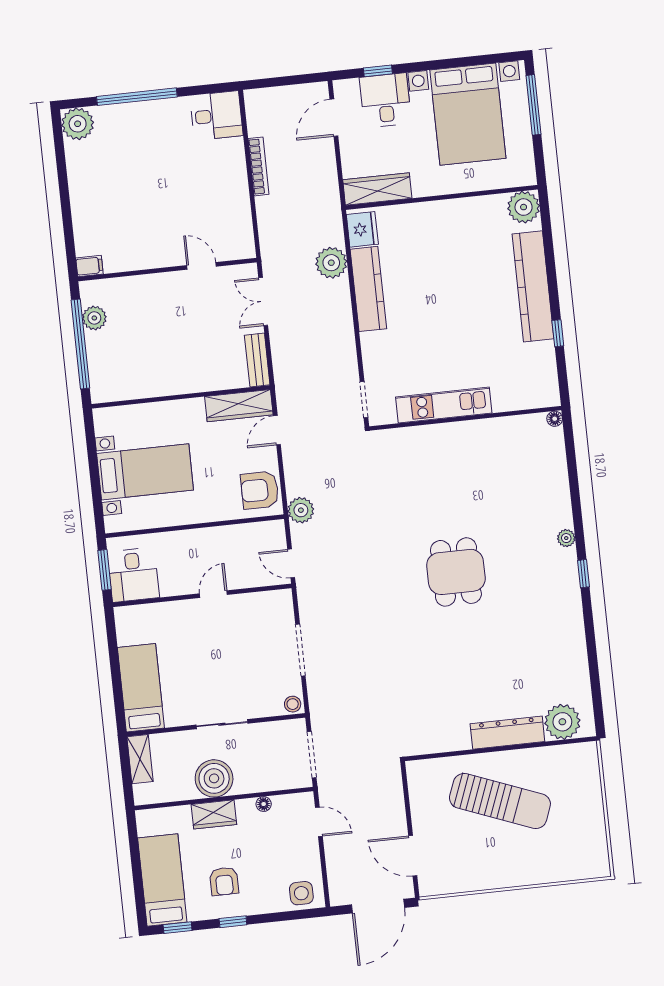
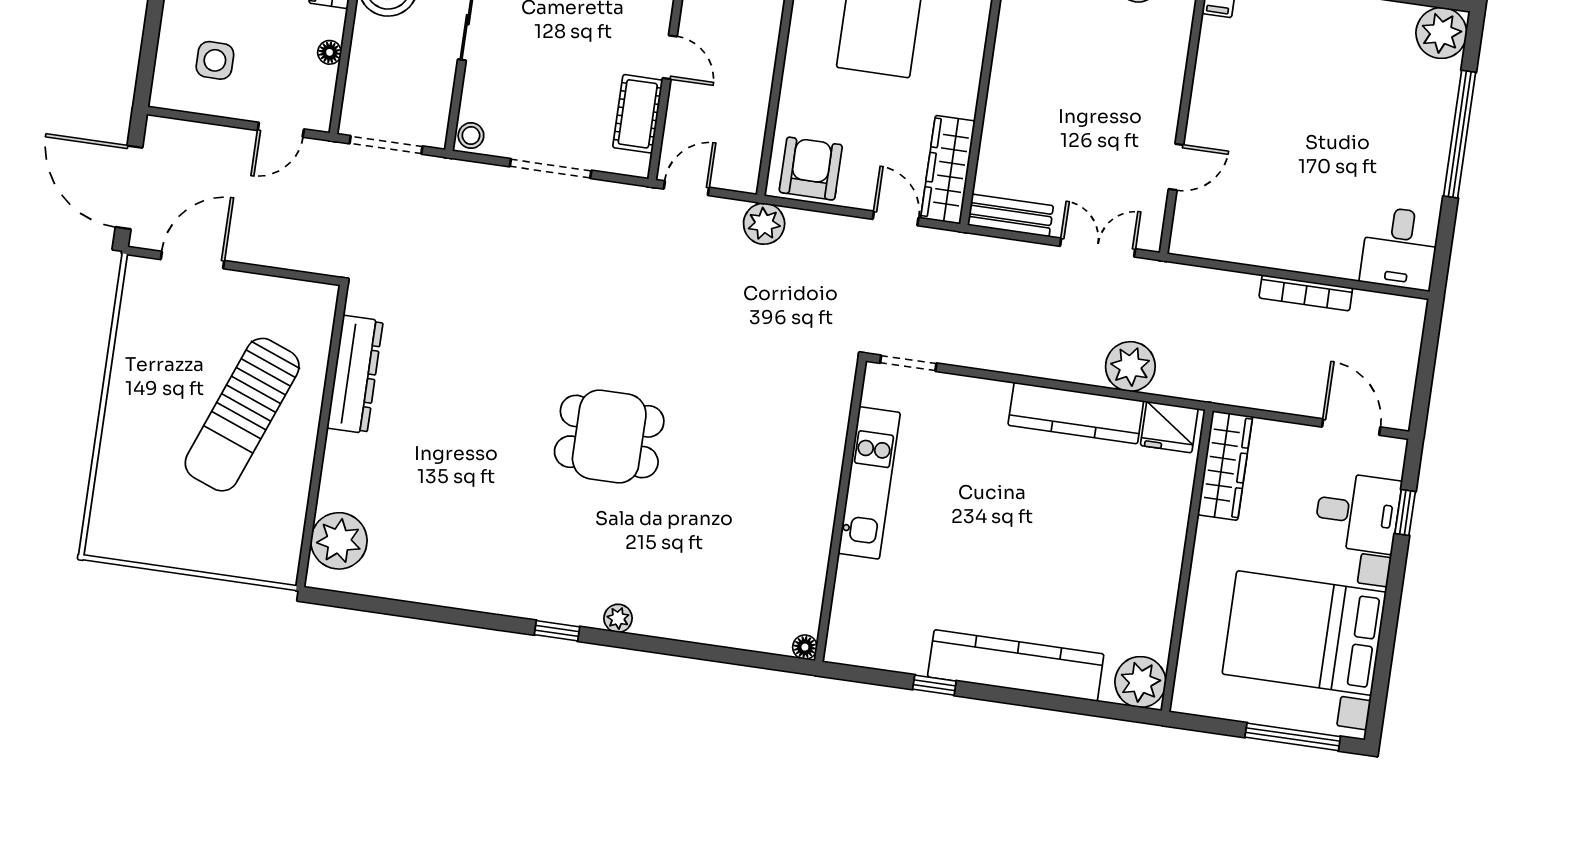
cot: (253, 605) -> (638, 114), added
dresser: (507, 733) -> (355, 374), moved
side table: (301, 893) -> (215, 60), moved

